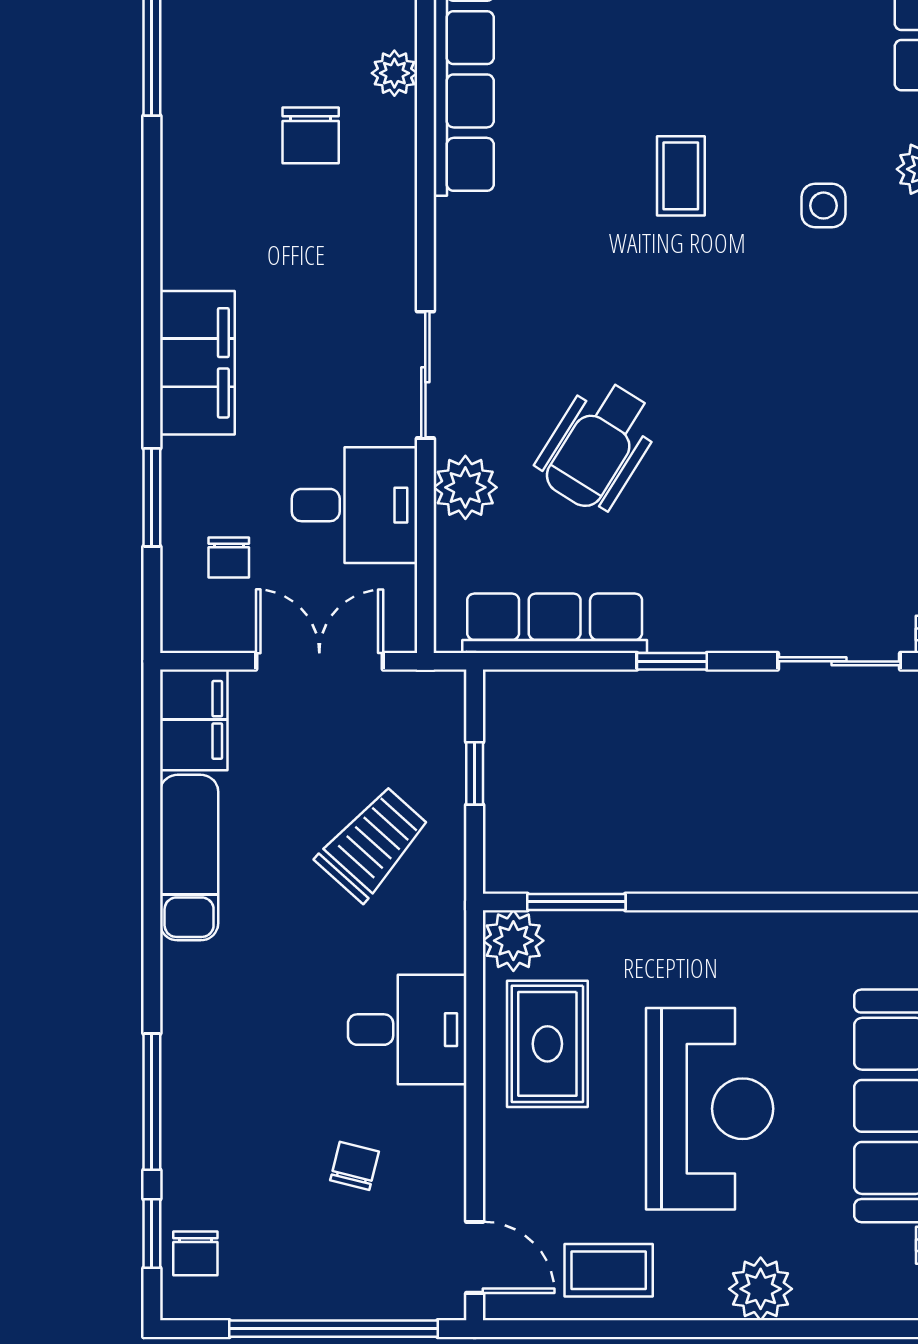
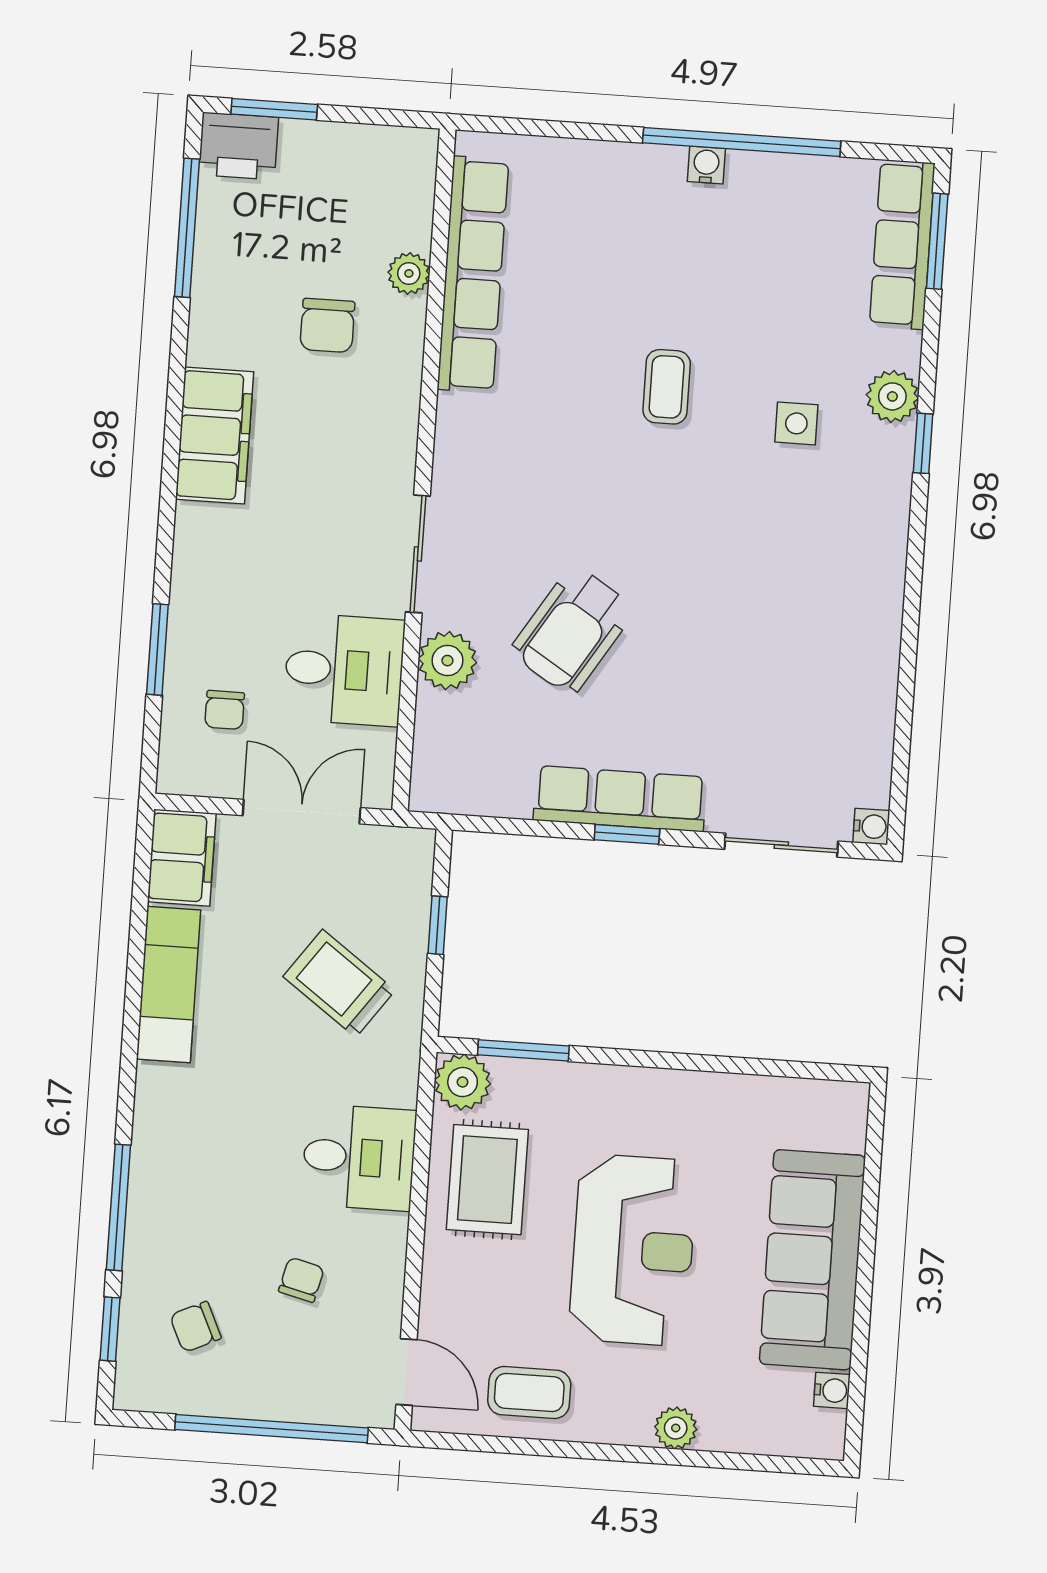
filing cabinet: (197, 363) -> (215, 435), moved
row of seats: (555, 623) -> (620, 799), moved
trolley: (373, 844) -> (339, 983), turned -96
chair: (195, 1253) -> (195, 1327), moved, turned 65
plant: (761, 1289) -> (676, 1428), width x0.73, depth x0.73

